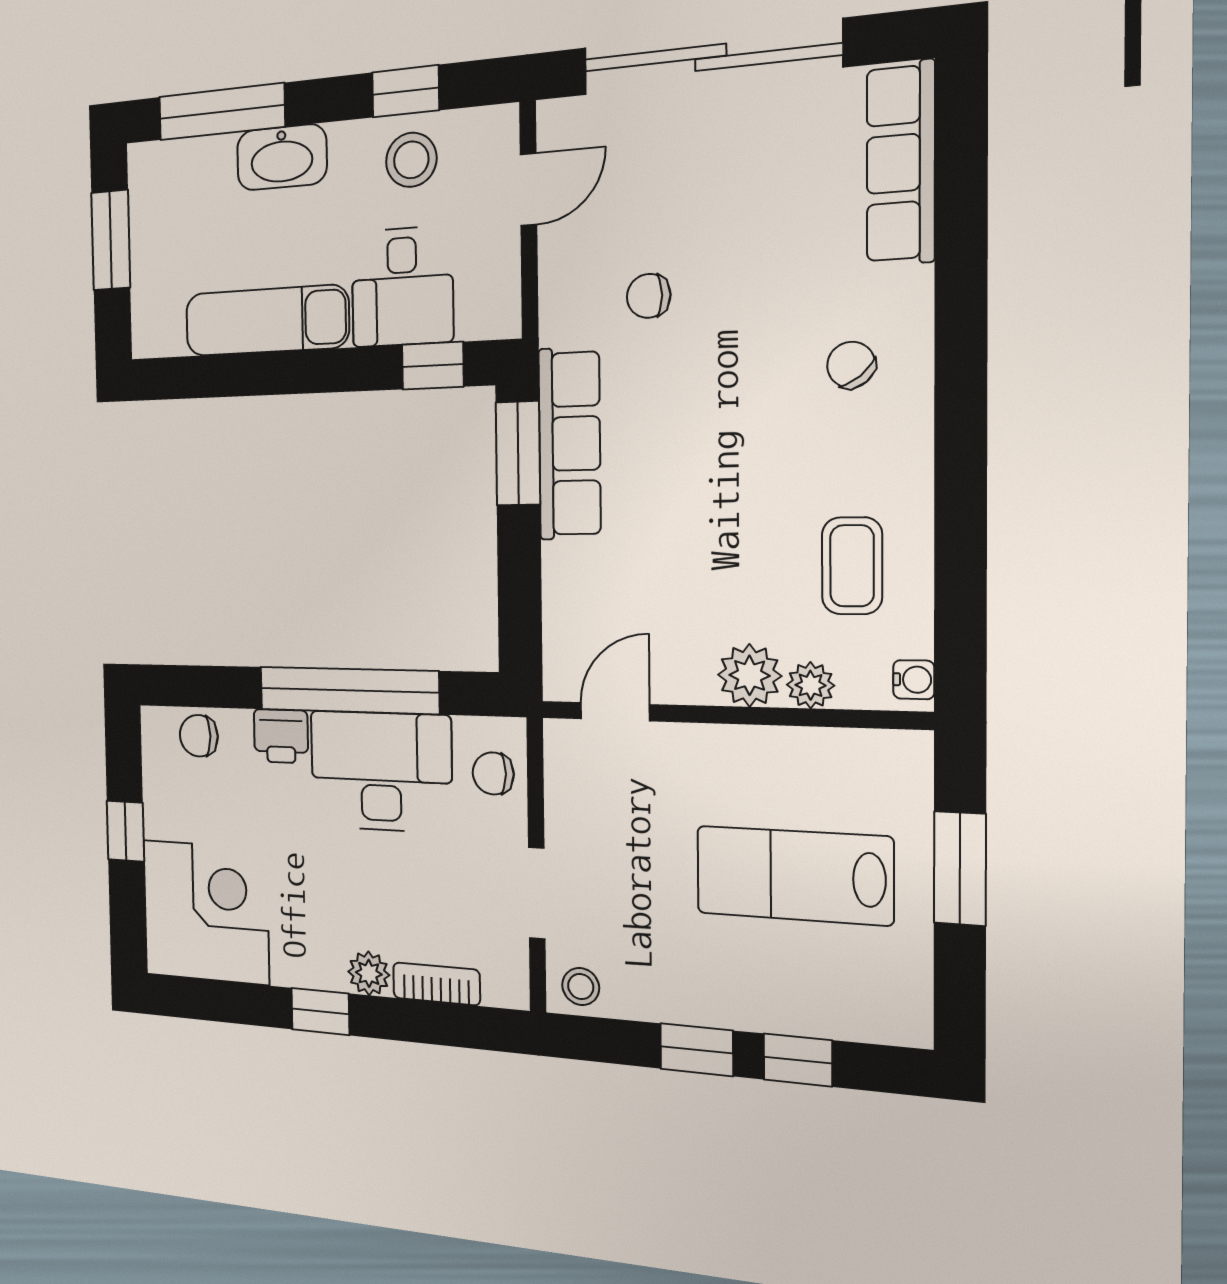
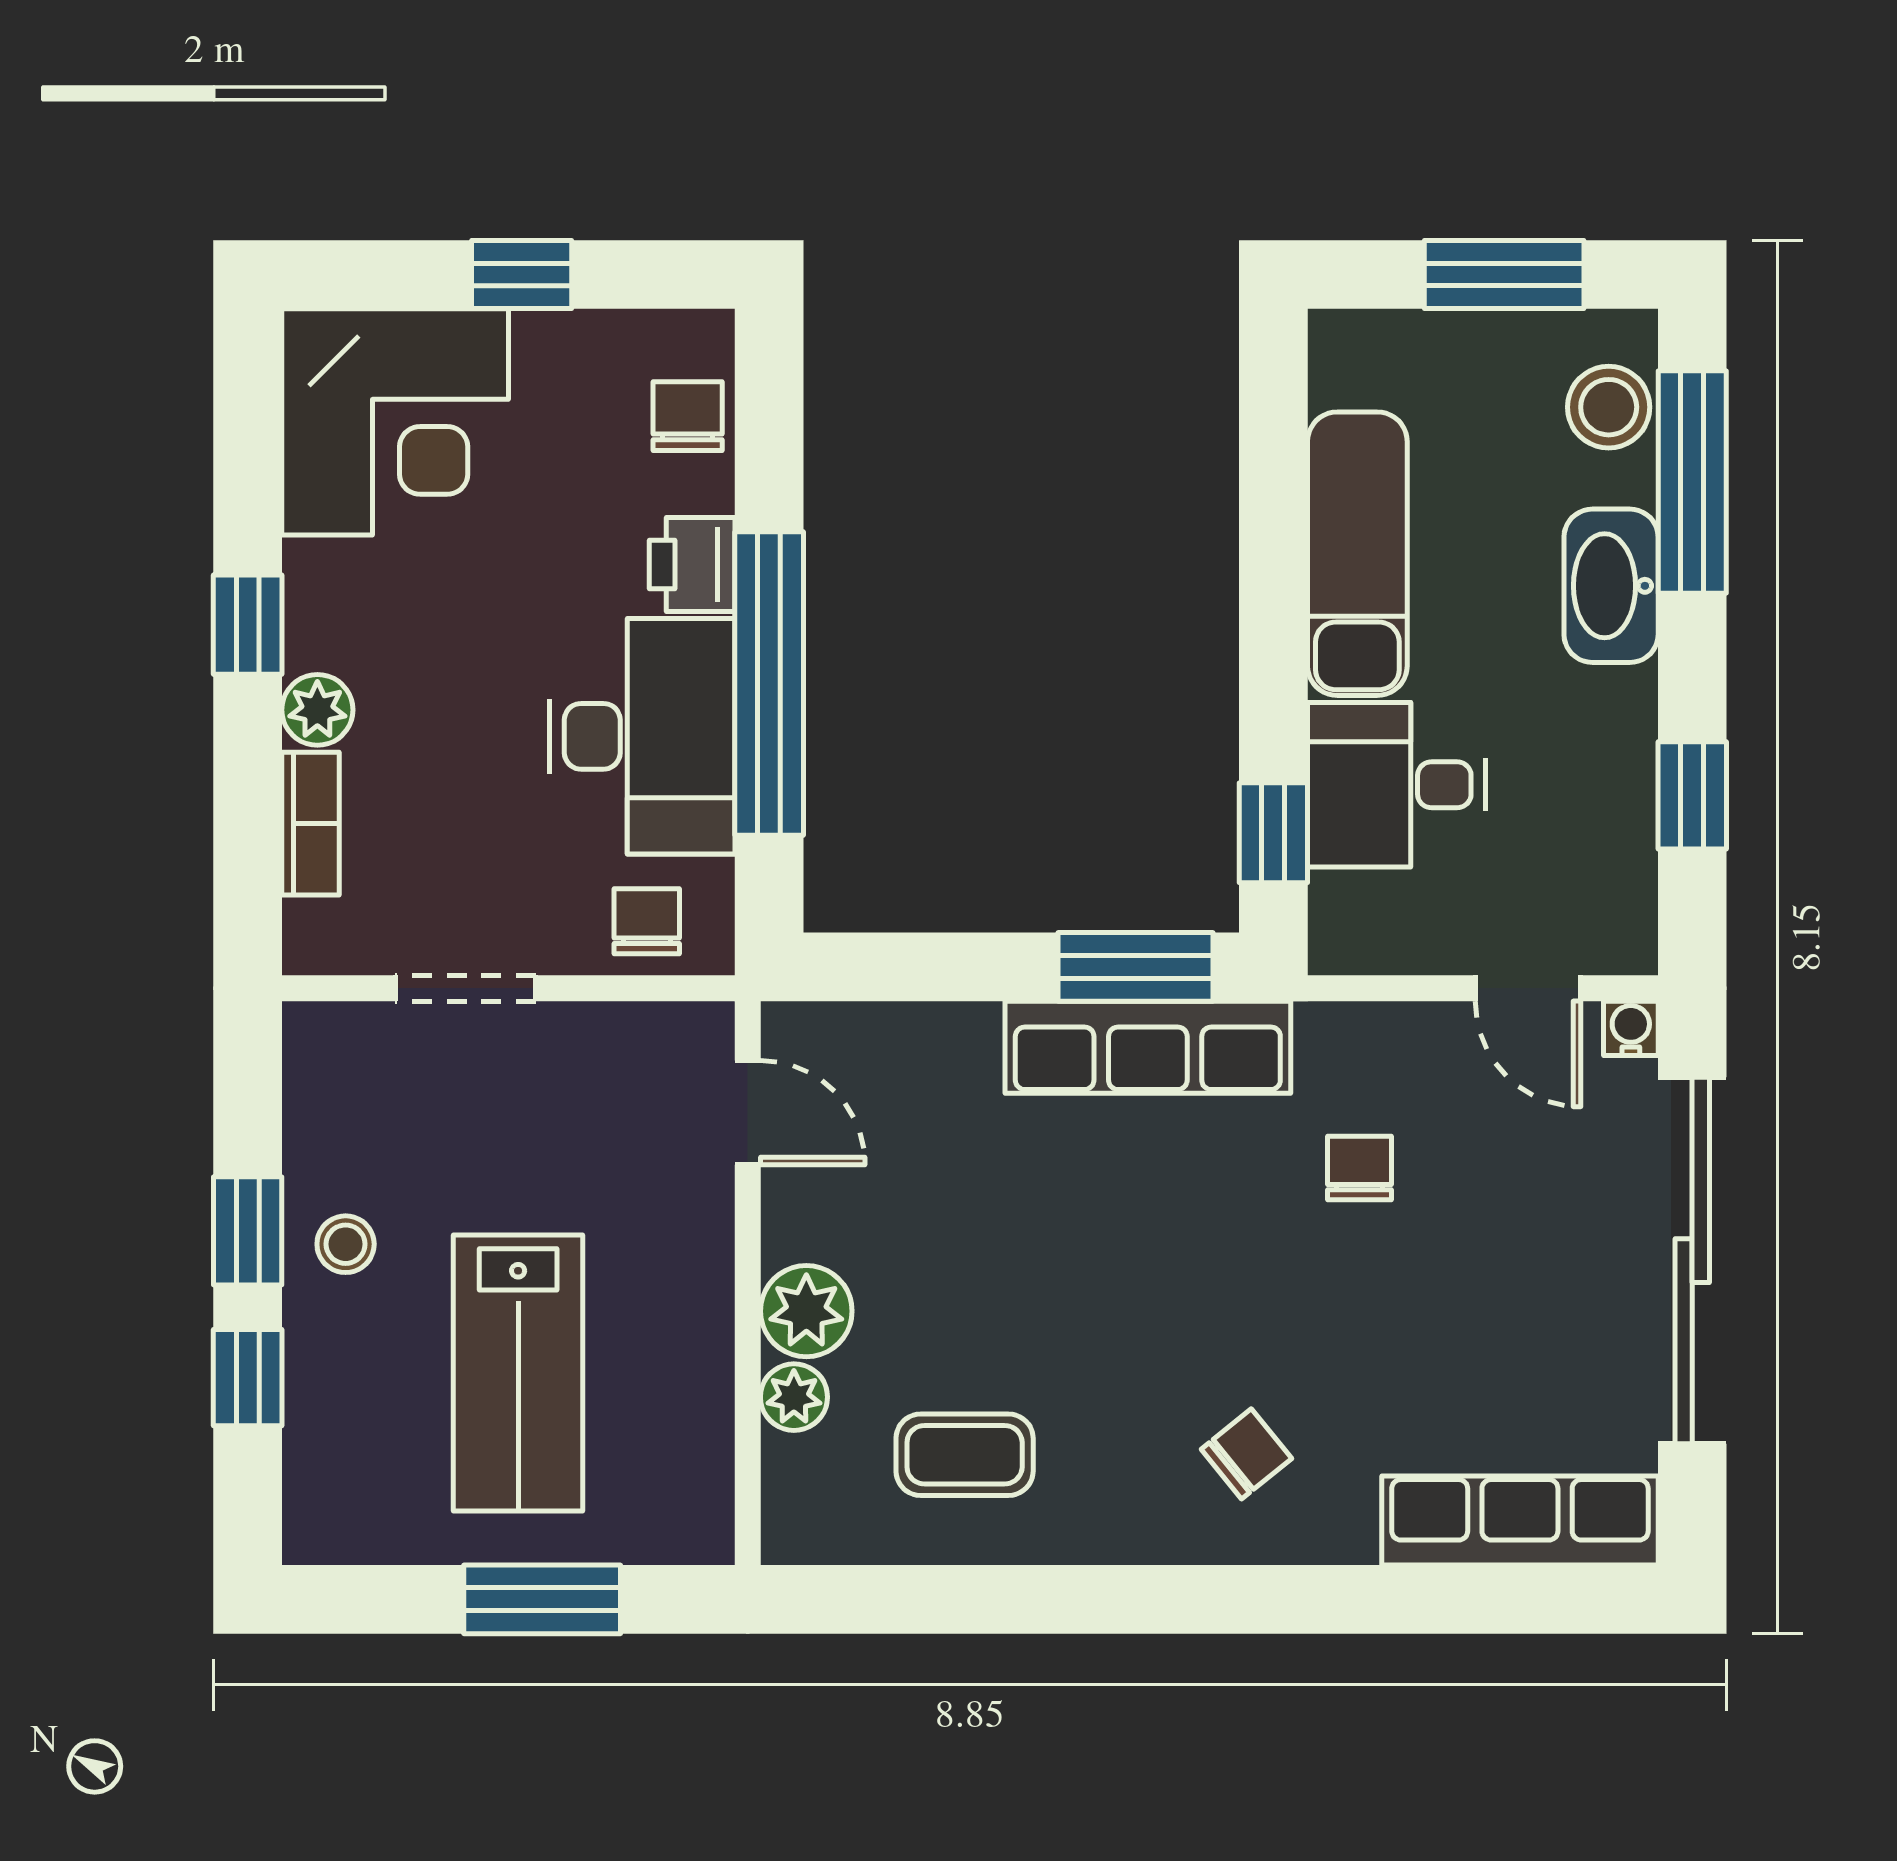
stool: (411, 160) -> (1609, 407), moved
water cooler: (914, 680) -> (1631, 1028), moved, turned 180
lab bench: (794, 875) -> (518, 1373), turned 180
stool: (581, 987) -> (346, 1244), moved

